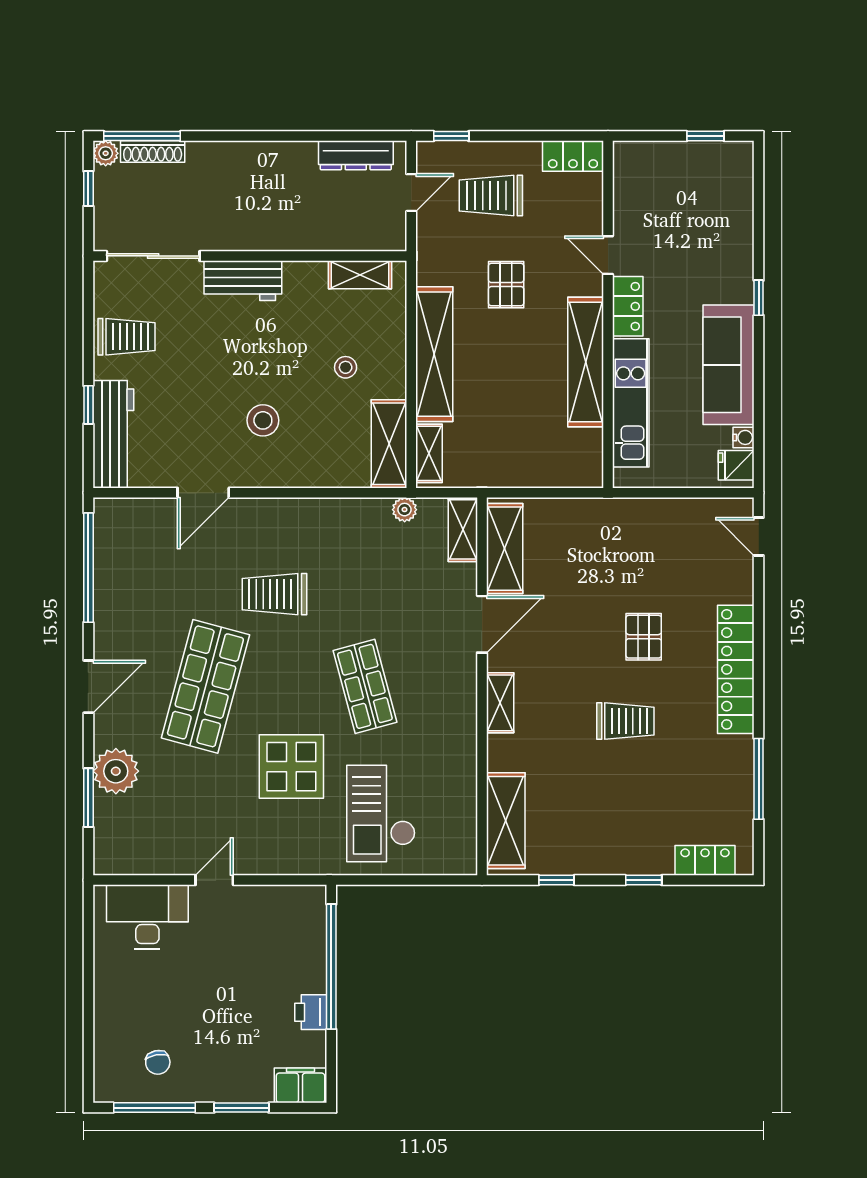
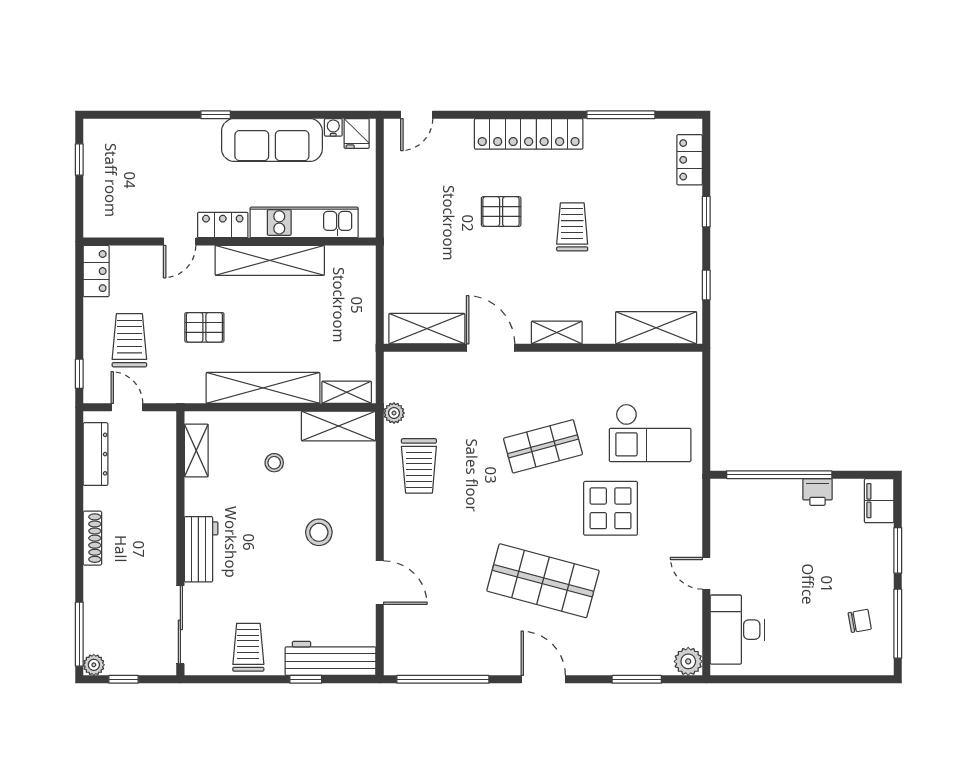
shoe rack: (153, 152) -> (92, 538), moved
trolley: (491, 195) -> (129, 340), turned 180
shelving: (463, 529) -> (411, 364), removed
trolley: (274, 594) -> (419, 466), moved
plant: (116, 771) -> (688, 661), moved, width x0.73, depth x0.73

